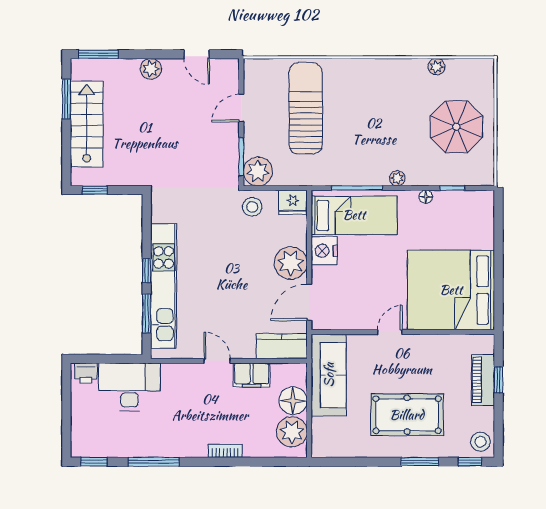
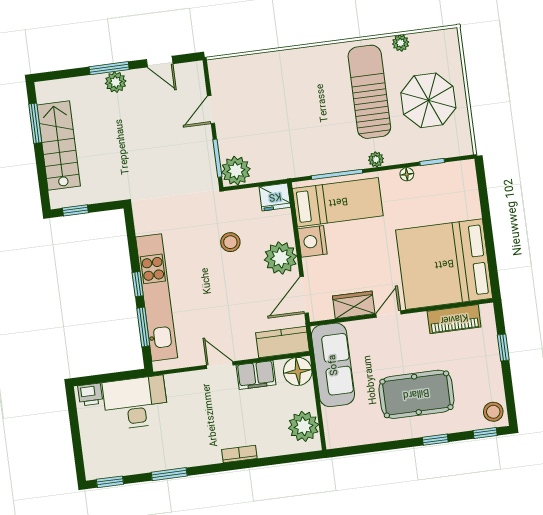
window: (98, 54) -> (109, 68), moved
sun lounger: (306, 108) -> (369, 92), moved
stool: (252, 207) -> (230, 242), moved
wardrobe: (357, 319) -> (354, 305), added
piano: (483, 380) -> (454, 319), moved, turned -90
floor lamp: (293, 401) -> (298, 371), moved
window: (153, 462) -> (169, 474), width x0.69
window: (420, 462) -> (435, 440), width x0.67

